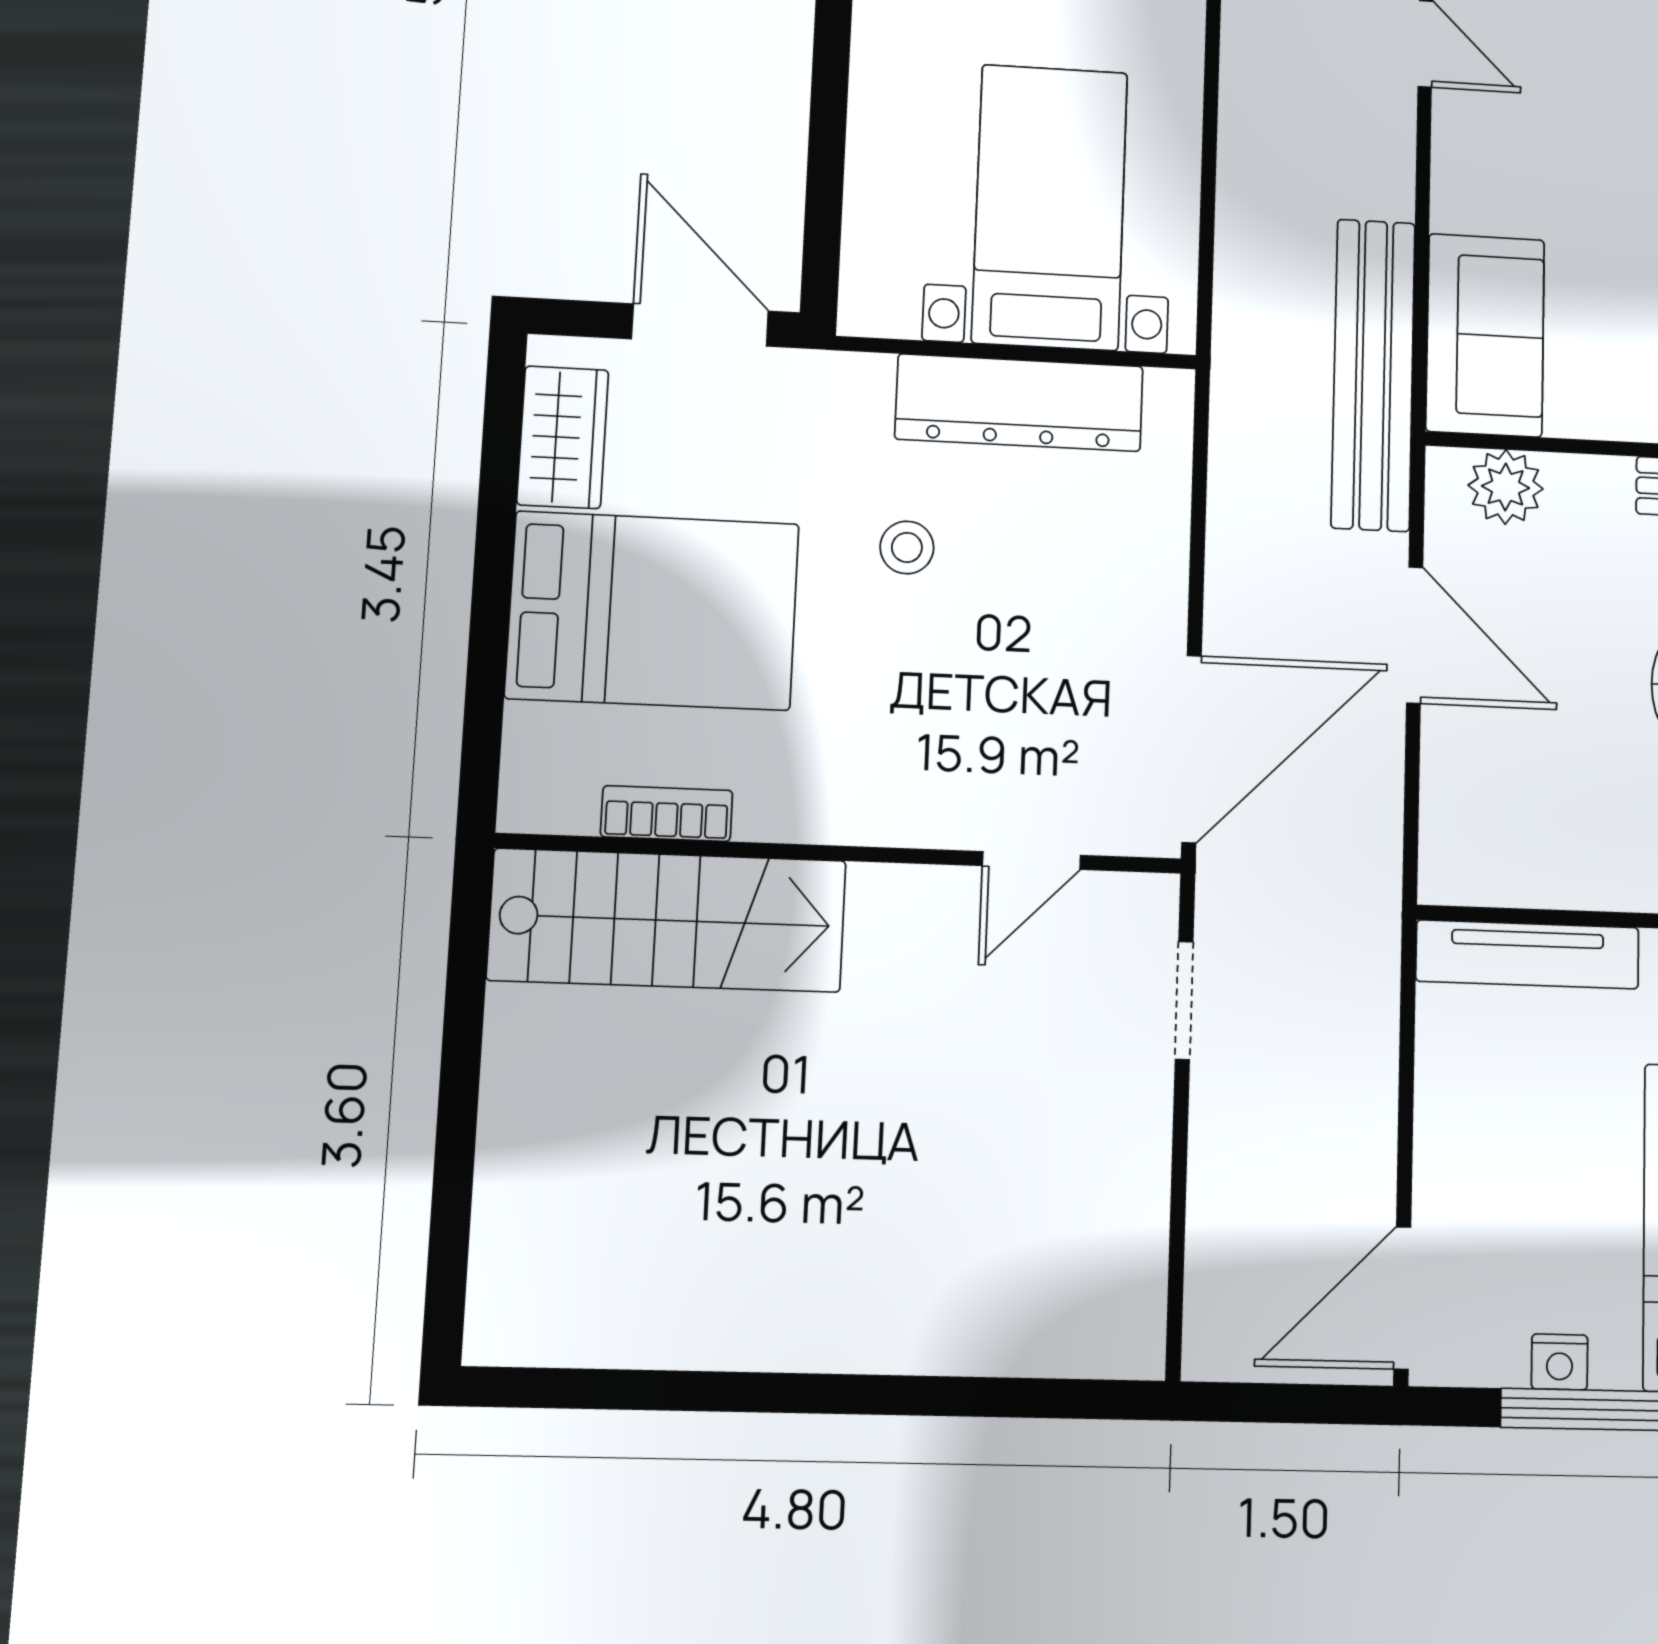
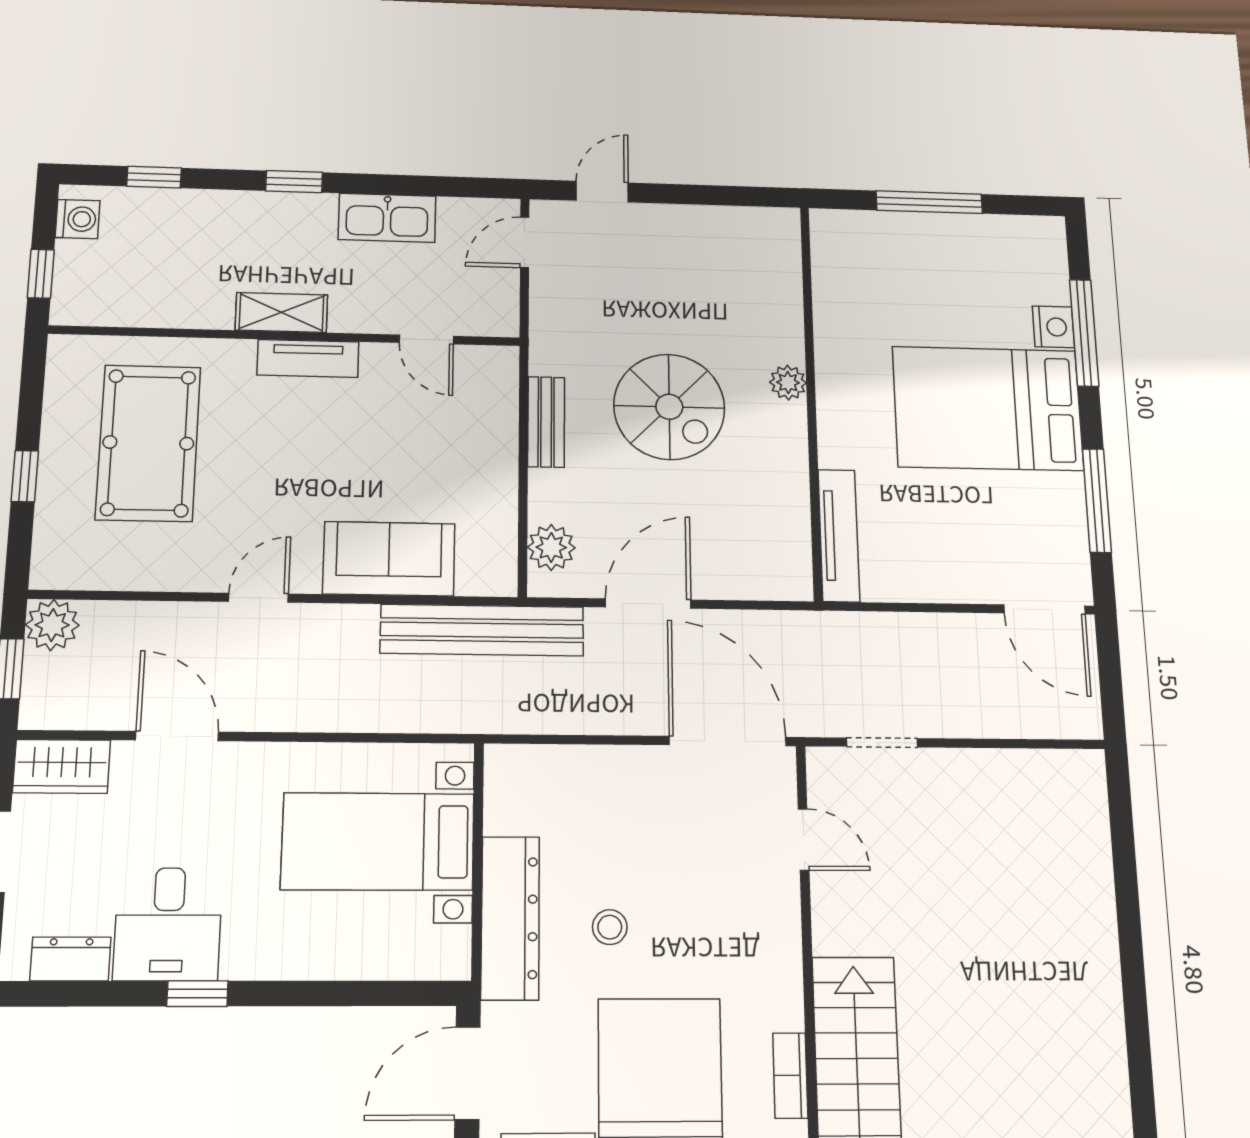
sofa: (1485, 335) -> (389, 559), moved
dresser: (1019, 403) -> (510, 918), moved
nightstand: (1560, 1362) -> (1072, 518), removed

